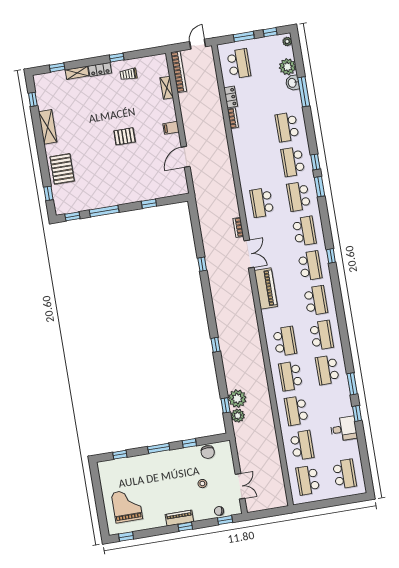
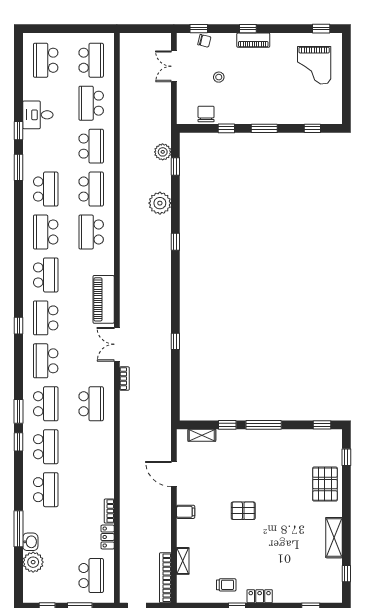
plant: (287, 41) -> (28, 593), removed
school desk: (239, 64) -> (91, 576), turned 180
shelving: (77, 73) -> (202, 435), moved
door: (186, 157) -> (174, 474), swing flipped
window: (104, 211) -> (264, 425), moved
school desk: (316, 300) -> (46, 275), turned 180
plant: (237, 398) -> (160, 203), moved

